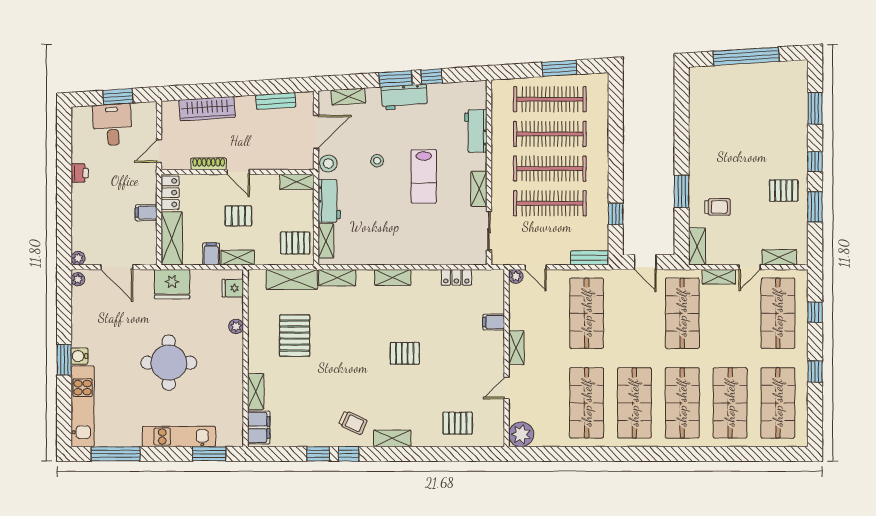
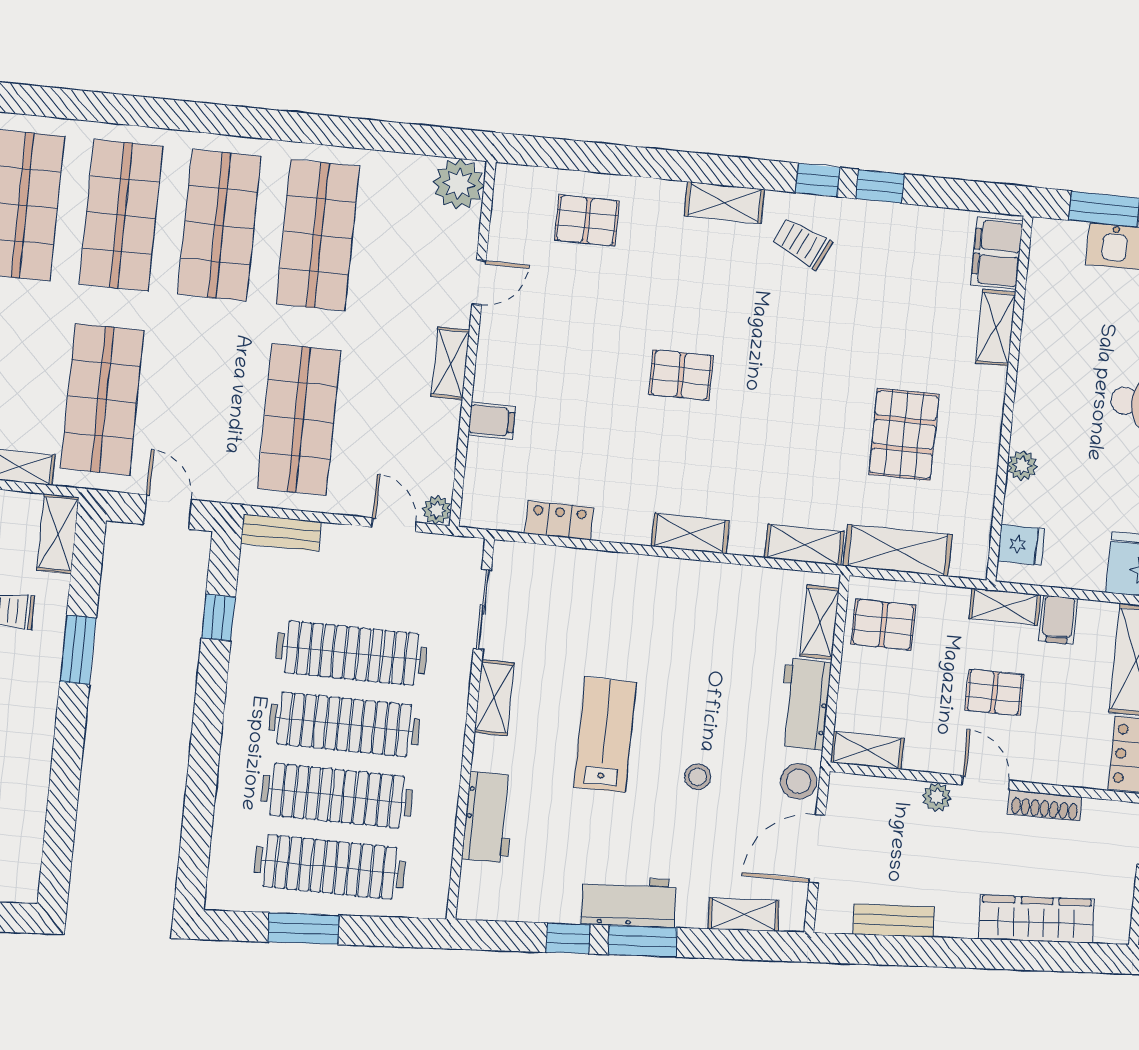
plant: (261, 163) -> (937, 797), added

